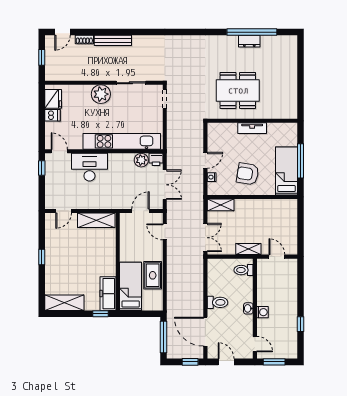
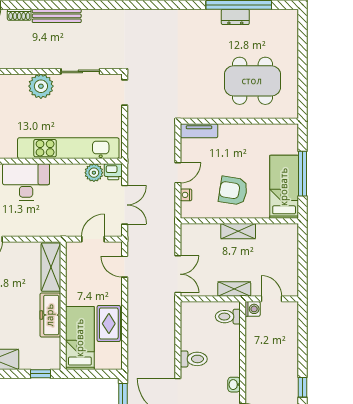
dining table: (238, 90) -> (252, 81), moved
tv unit: (252, 128) -> (199, 131), moved
shelving: (221, 205) -> (238, 231), moved
shelving: (96, 220) -> (51, 267), moved, turned 90
freezer: (108, 294) -> (50, 315), moved
washbasin: (248, 308) -> (234, 385), moved
washing machine: (262, 312) -> (253, 309), moved

